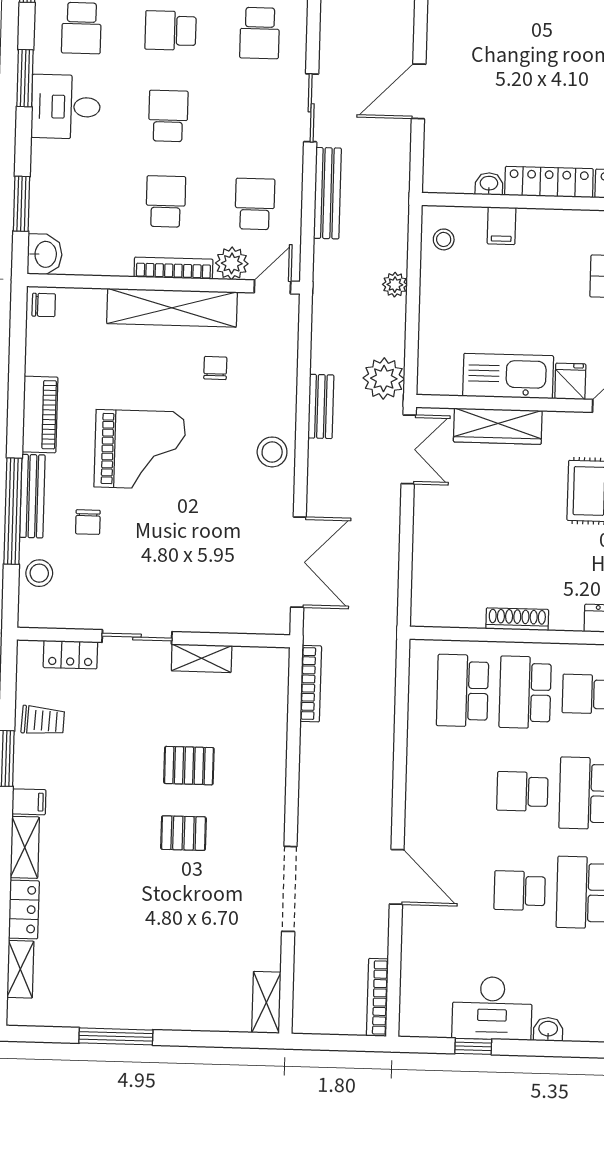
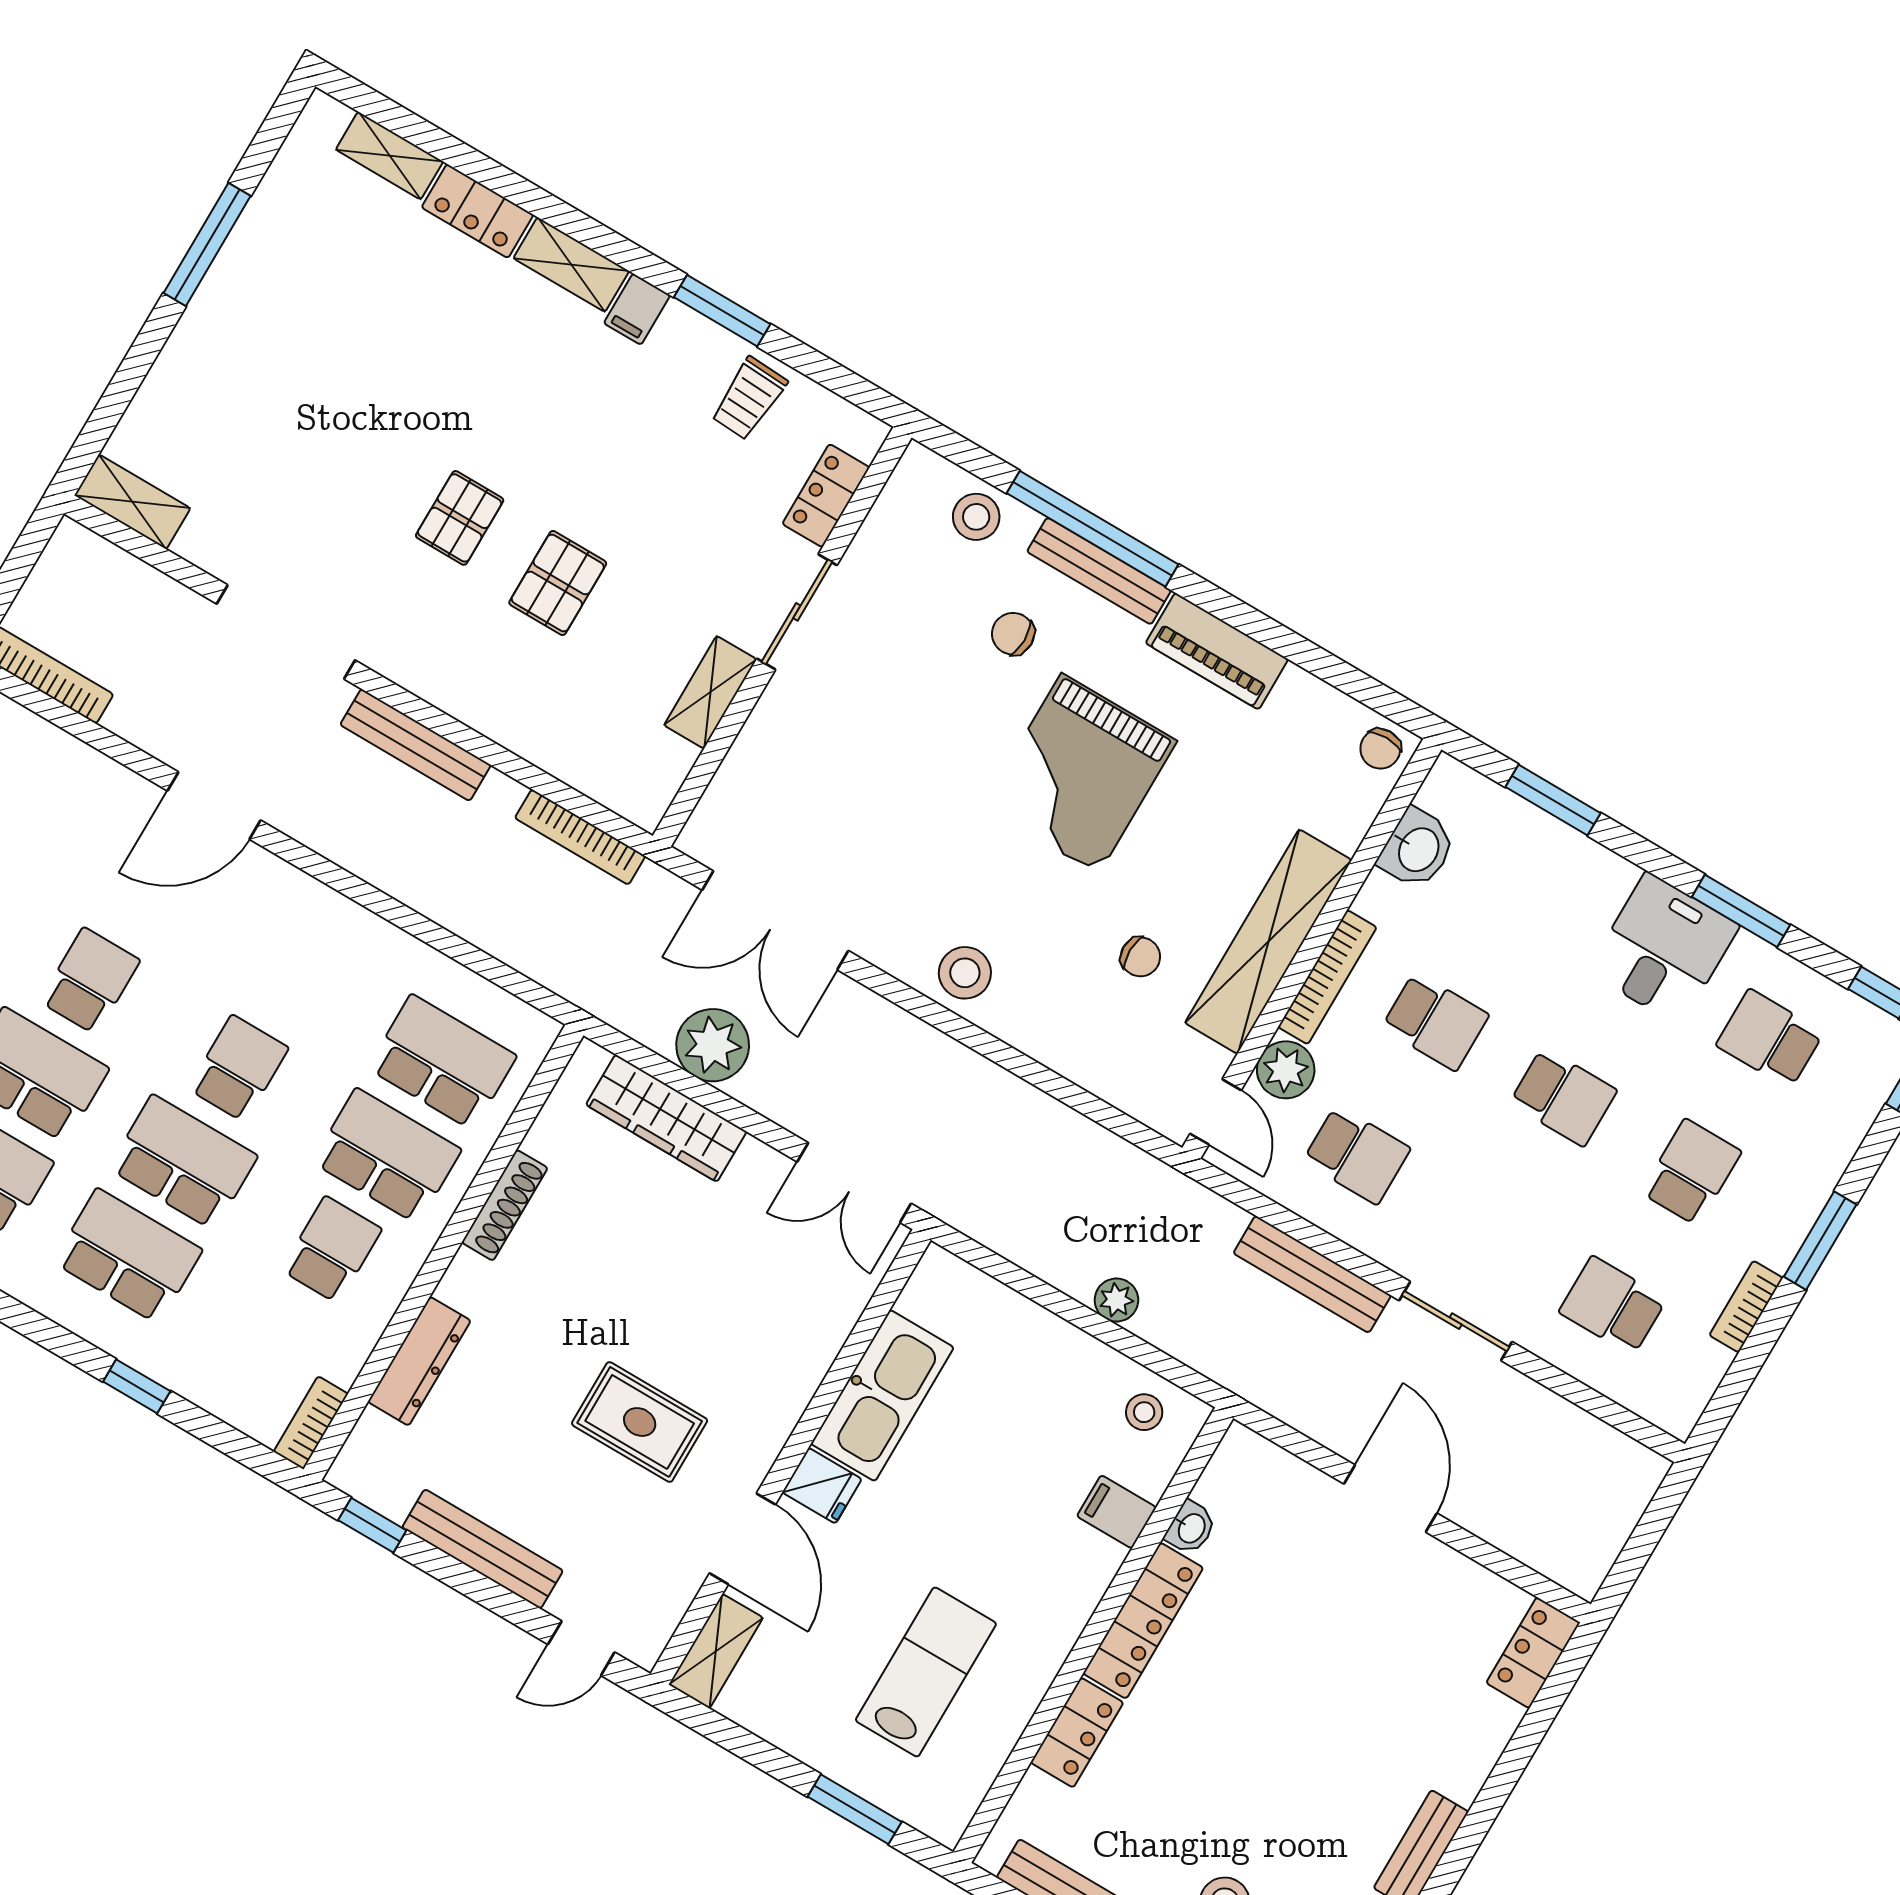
washbasin: (45, 254) -> (1417, 849), moved, turned -90
plant: (384, 378) -> (713, 1045), moved
bench: (321, 406) -> (416, 745), moved, width x1.36
wardrobe: (498, 426) -> (666, 1118), moved, turned -90

